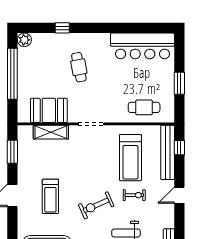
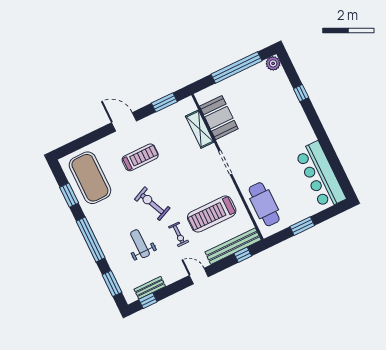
cafe table: (79, 67) -> (272, 126), removed
cafe table: (144, 107) -> (264, 204), width x1.37, depth x1.35
treadmill: (50, 196) -> (140, 157), turned 180

